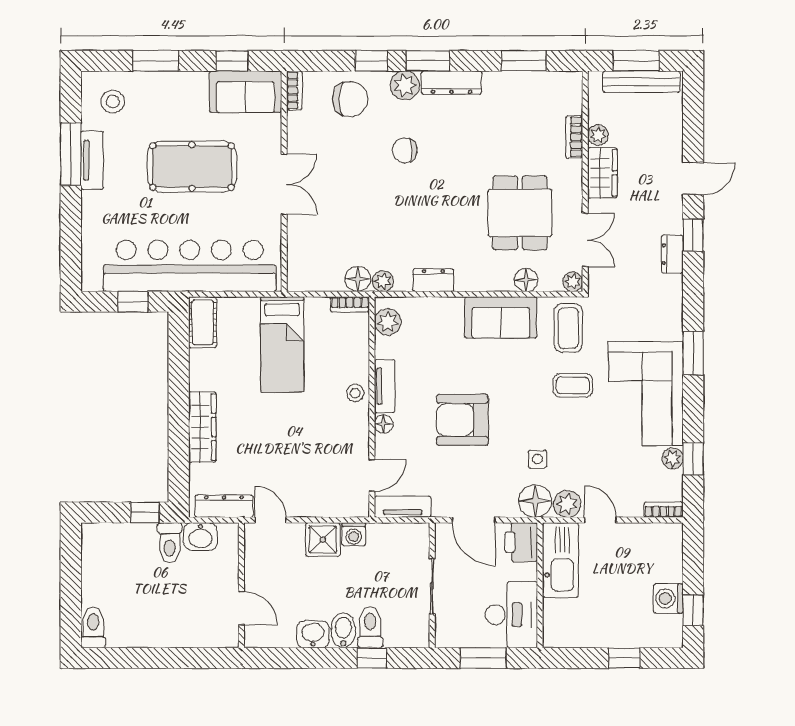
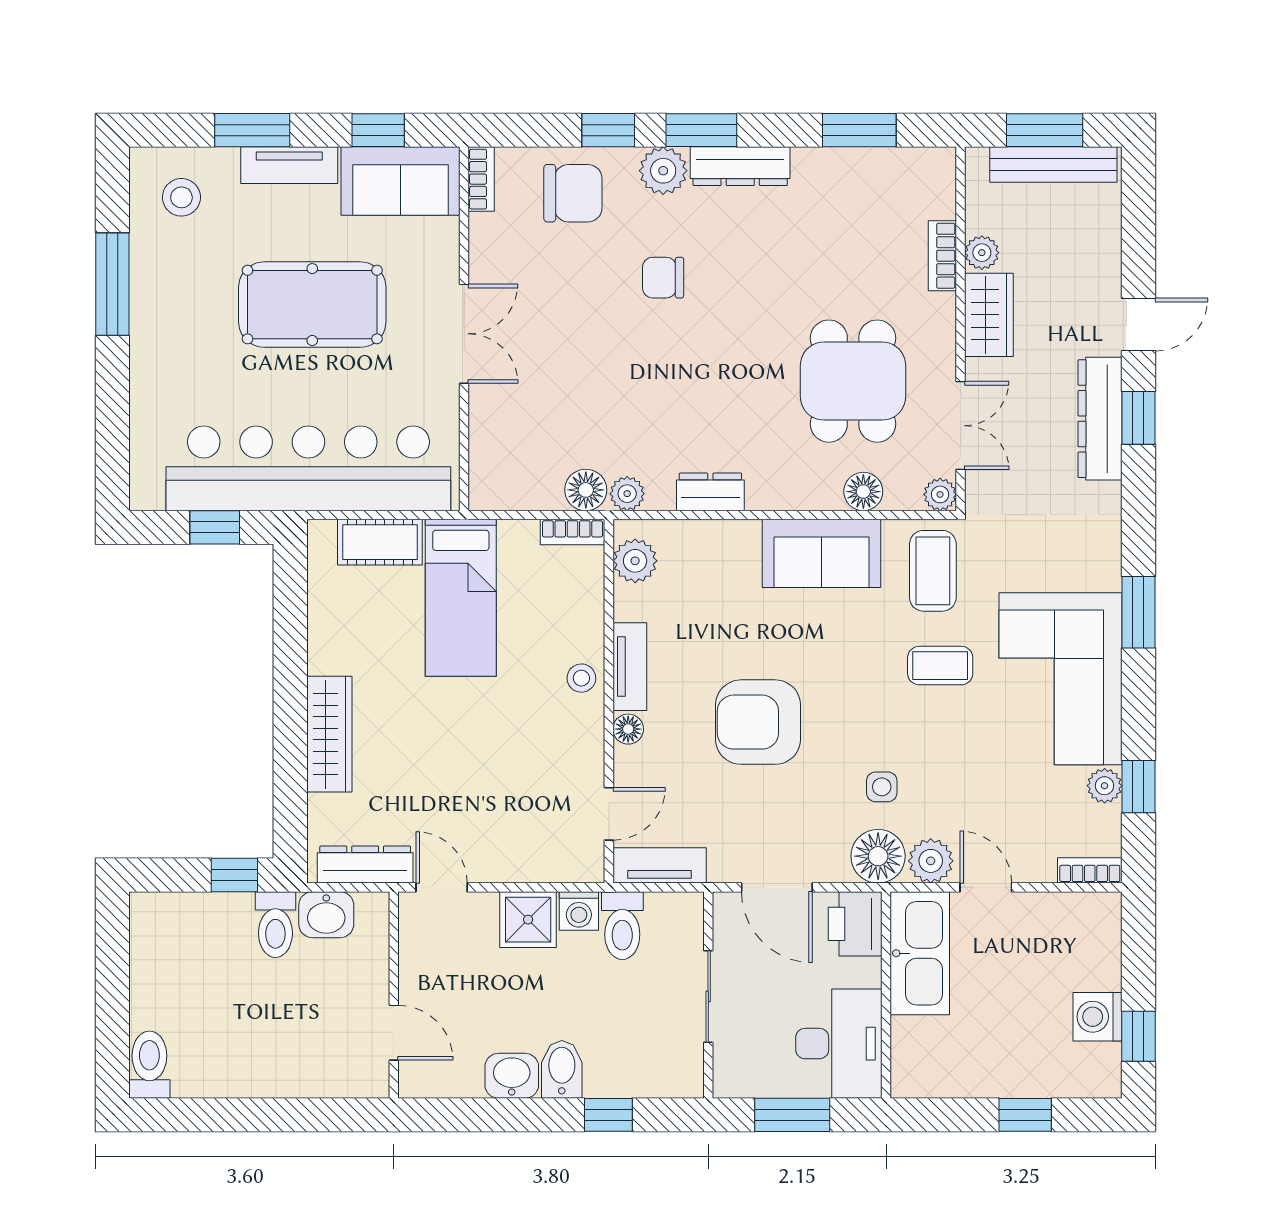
tv unit: (92, 160) -> (289, 165), moved, turned 90
dresser: (672, 254) -> (1100, 419), width x1.96, depth x1.24
cot: (203, 322) -> (380, 542), moved, turned 90
toilet: (370, 627) -> (622, 926), moved, turned 180

